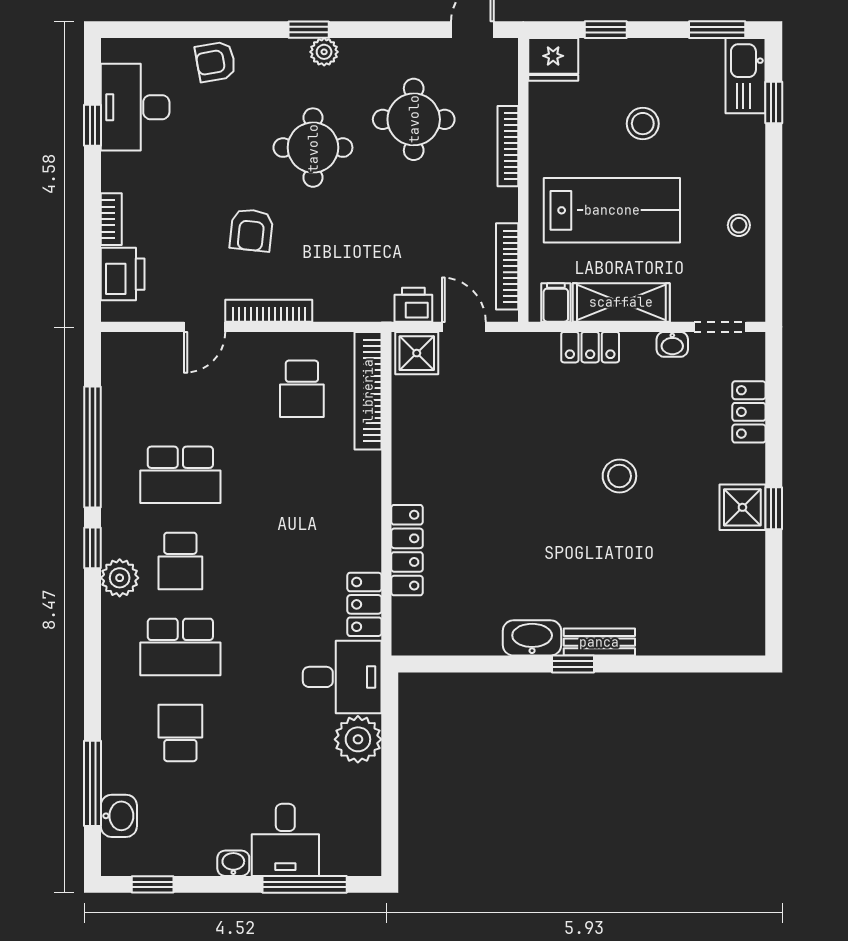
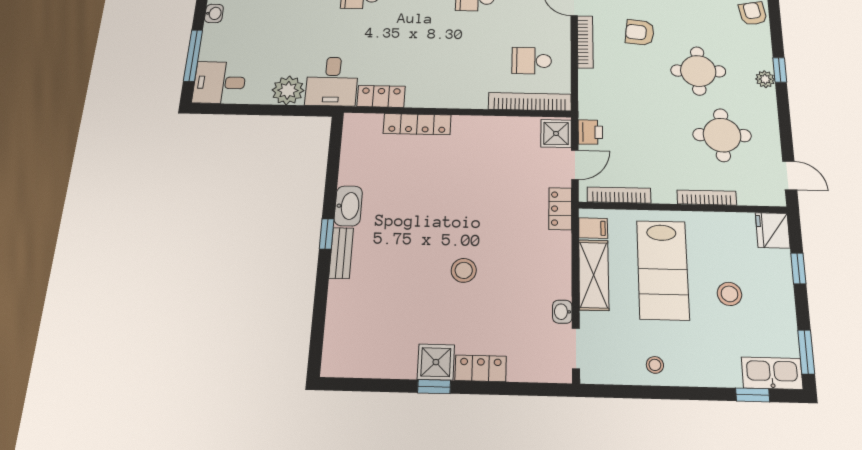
locker: (590, 347) -> (560, 209), moved
locker: (749, 412) -> (481, 368), moved
desk: (285, 840) -> (219, 83), moved

